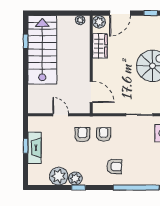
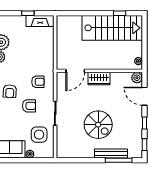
wardrobe: (100, 46) -> (99, 78), moved
door: (61, 115) -> (55, 44), removed
armchair: (82, 135) -> (29, 106), moved
fireplace: (34, 148) -> (40, 21), moved

